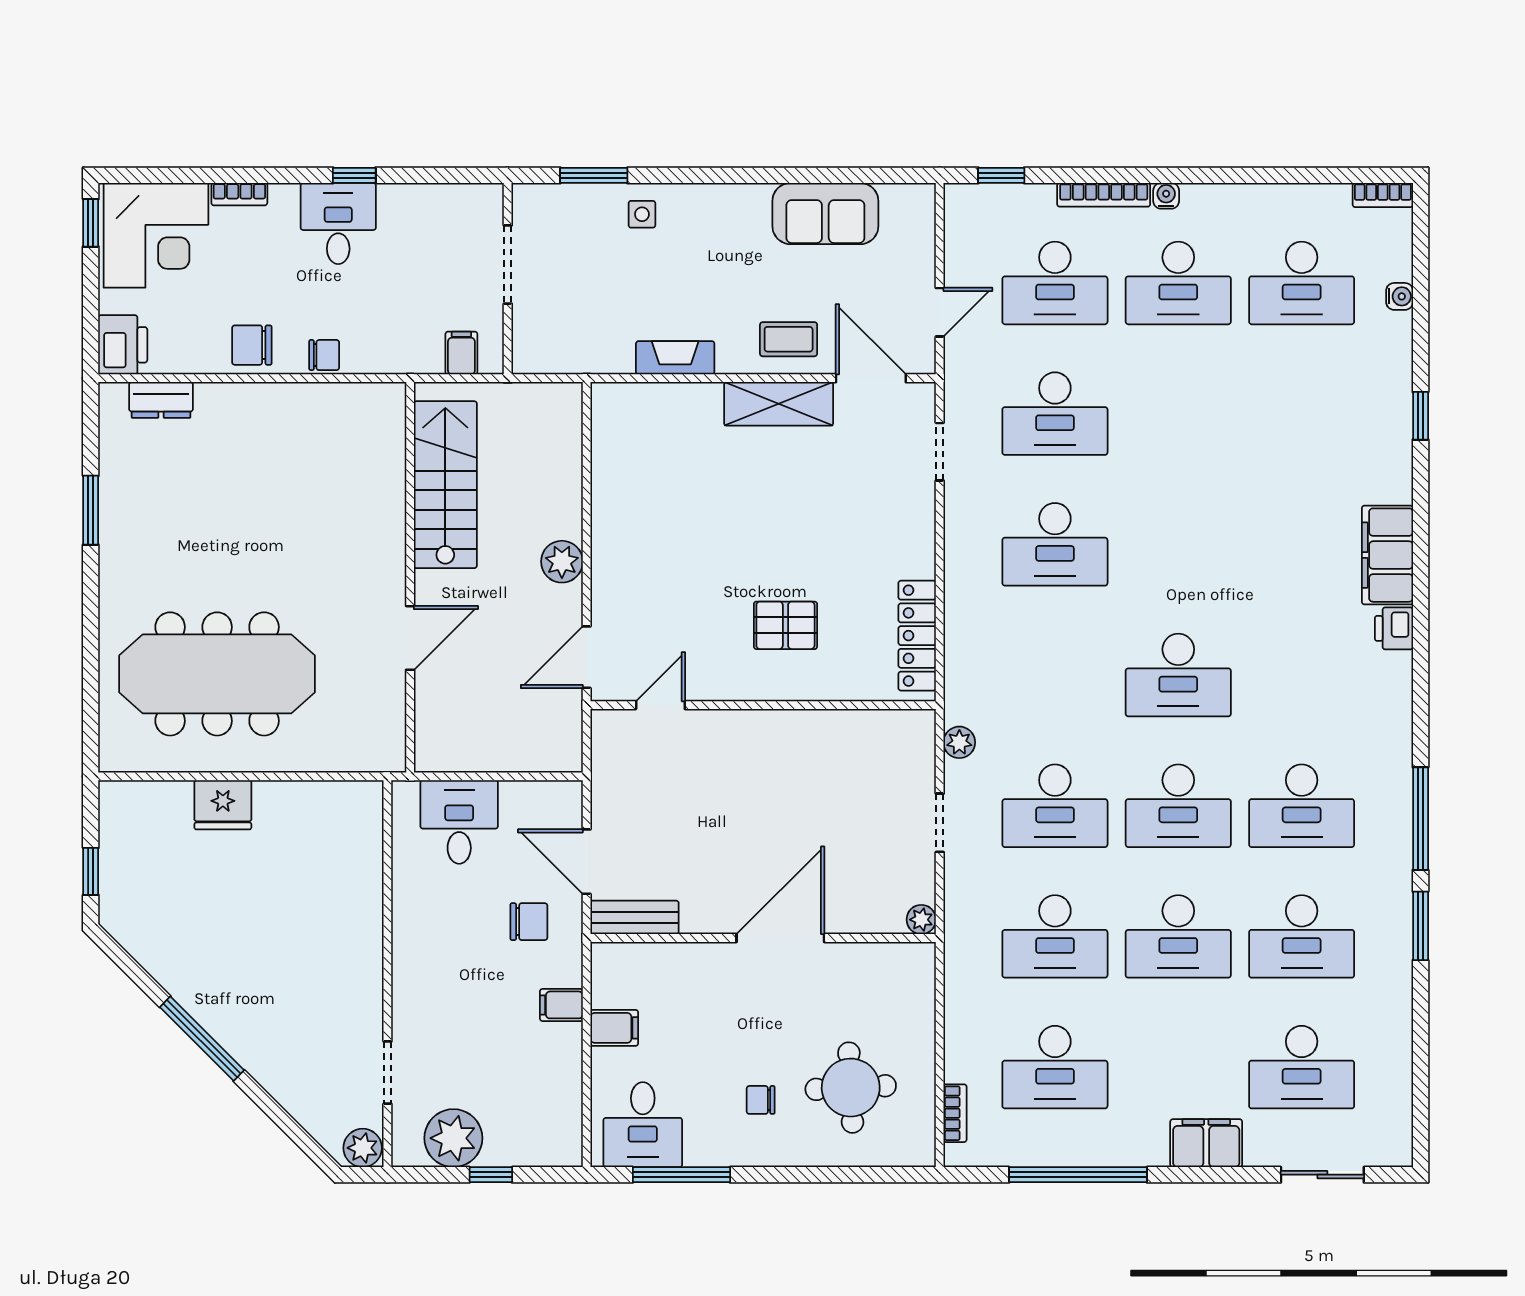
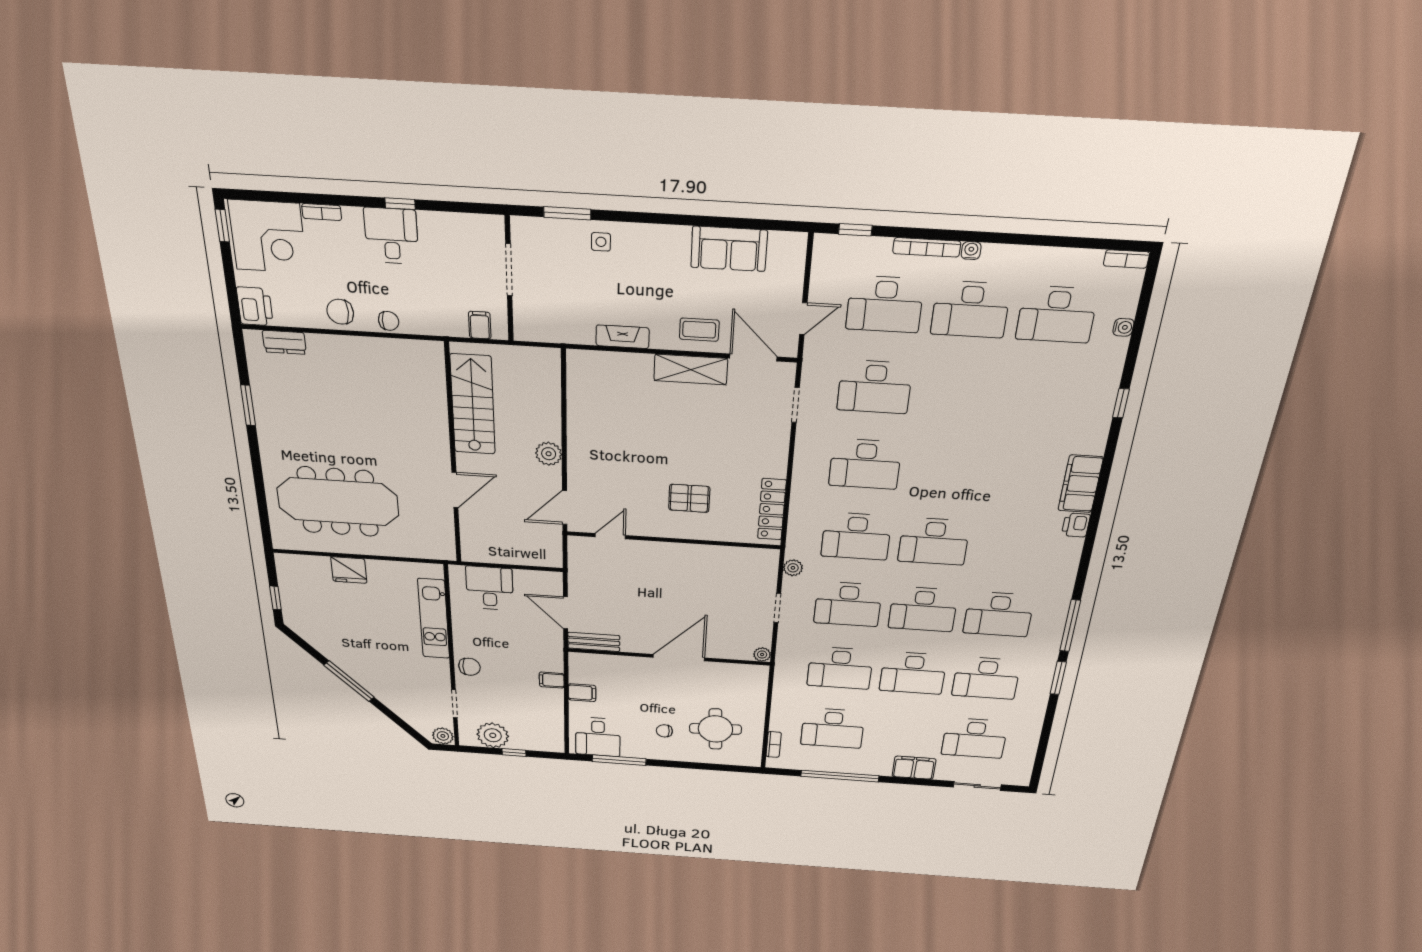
desk: (1055, 675) -> (856, 536), added
kitchen unit: (361, 892) -> (434, 619), added
chair: (529, 922) -> (469, 667), moved

